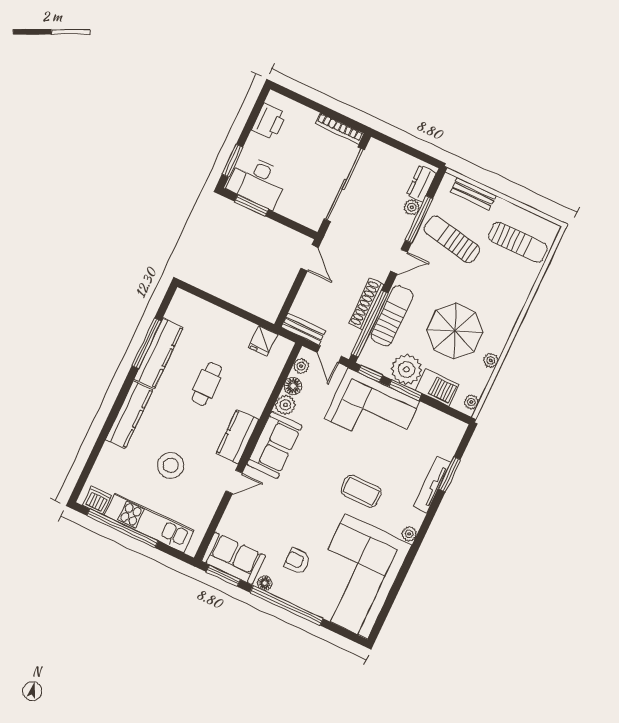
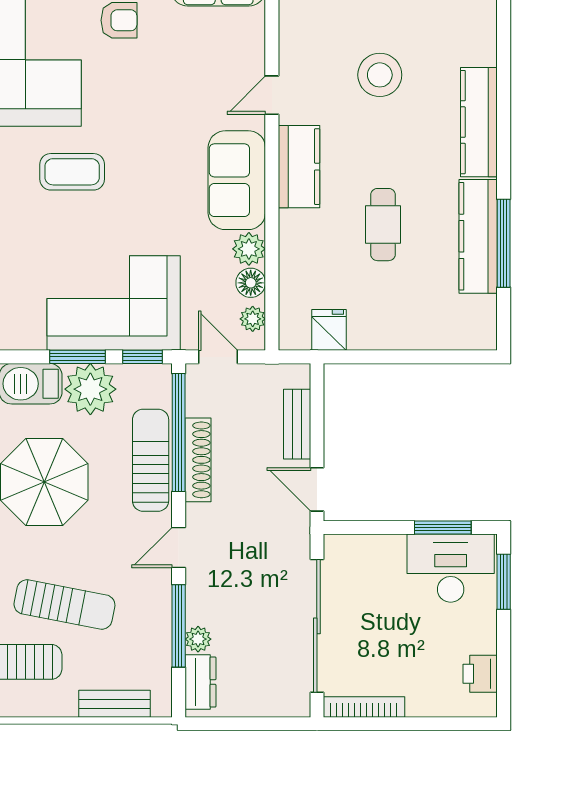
printer: (269, 122) -> (480, 674), width x0.73, depth x0.81
sun lounger: (452, 239) -> (64, 605), moved
sun lounger: (392, 316) -> (151, 460), turned 180
bench: (303, 329) -> (297, 424), moved, turned 90

